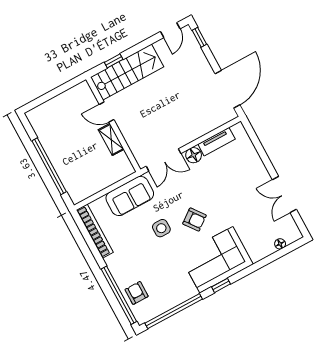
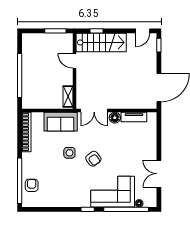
window: (63, 88) -> (55, 31), added
shelving: (111, 140) -> (68, 97), moved
corner sofa: (216, 260) -> (113, 192), moved
window: (174, 311) -> (126, 209), moved

